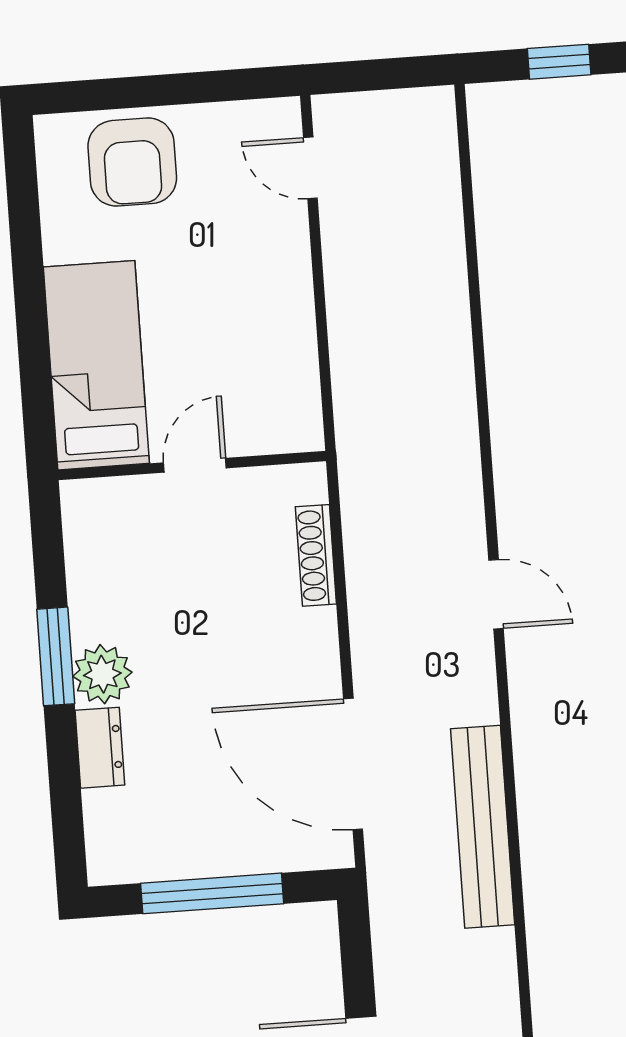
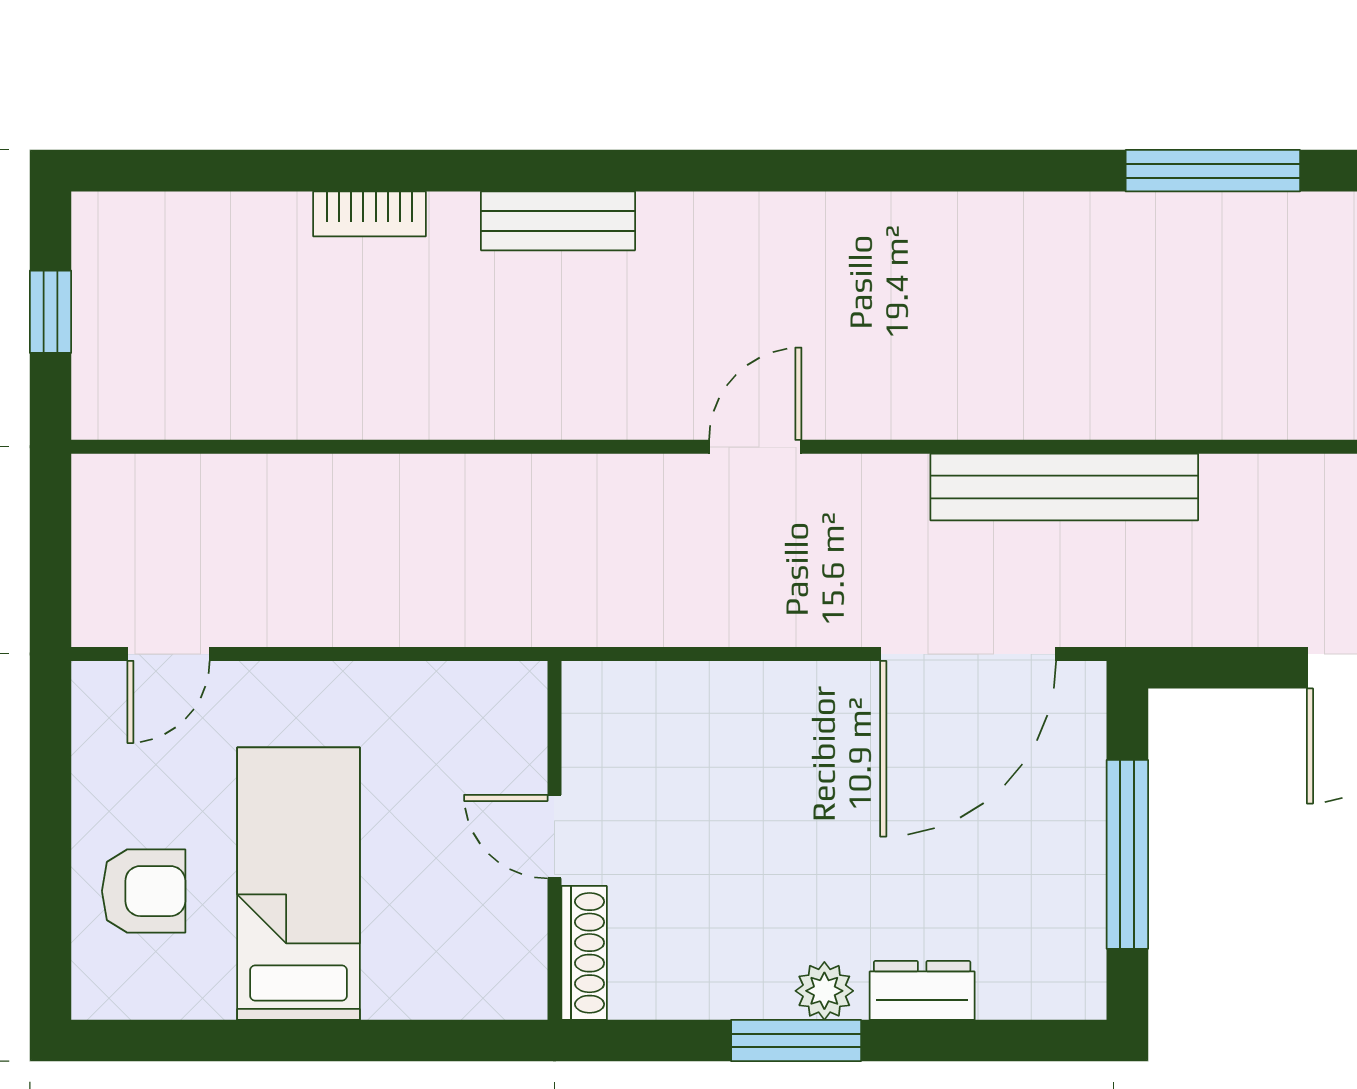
armchair: (132, 162) -> (144, 891), width x0.72, depth x0.72
bed: (96, 365) -> (299, 884), moved, turned 90
shoe rack: (316, 555) -> (584, 953), moved, turned -90
plant: (102, 674) -> (824, 991), width x0.73, depth x0.73

